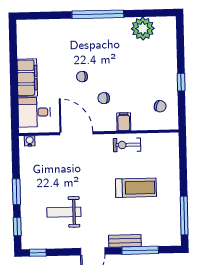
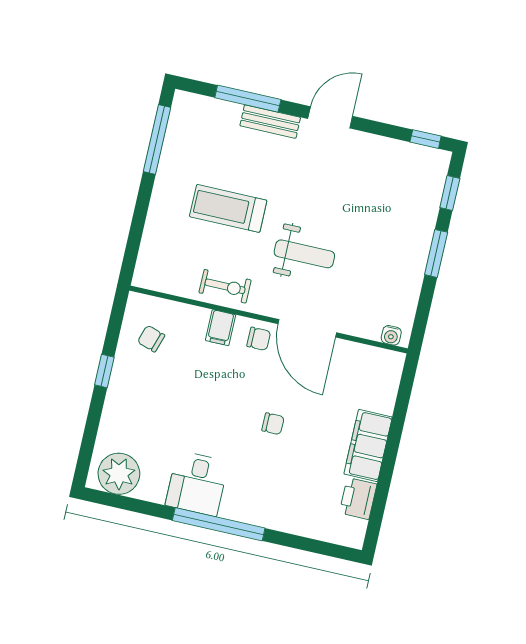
plant: (143, 29) -> (119, 474), moved
printer: (25, 47) -> (358, 498), added
chair: (104, 98) -> (259, 339), moved
desk: (34, 112) -> (197, 484), moved, turned 90
weight bench: (64, 212) -> (304, 254), moved

